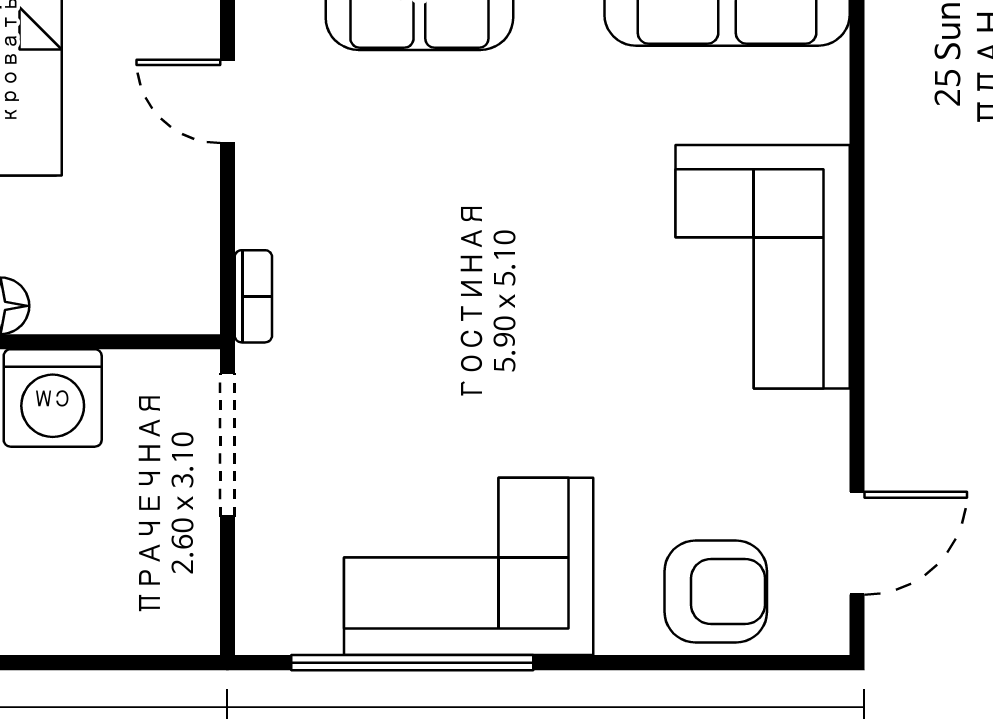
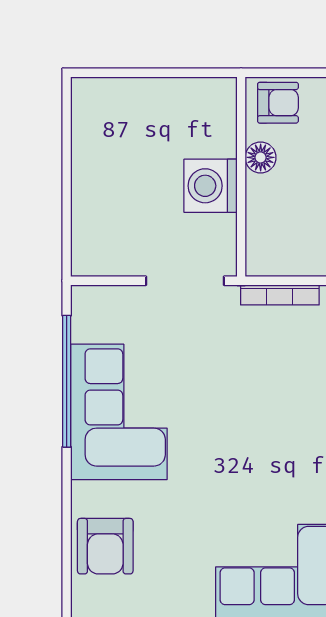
bookcase: (253, 296) -> (280, 295), width x1.56

